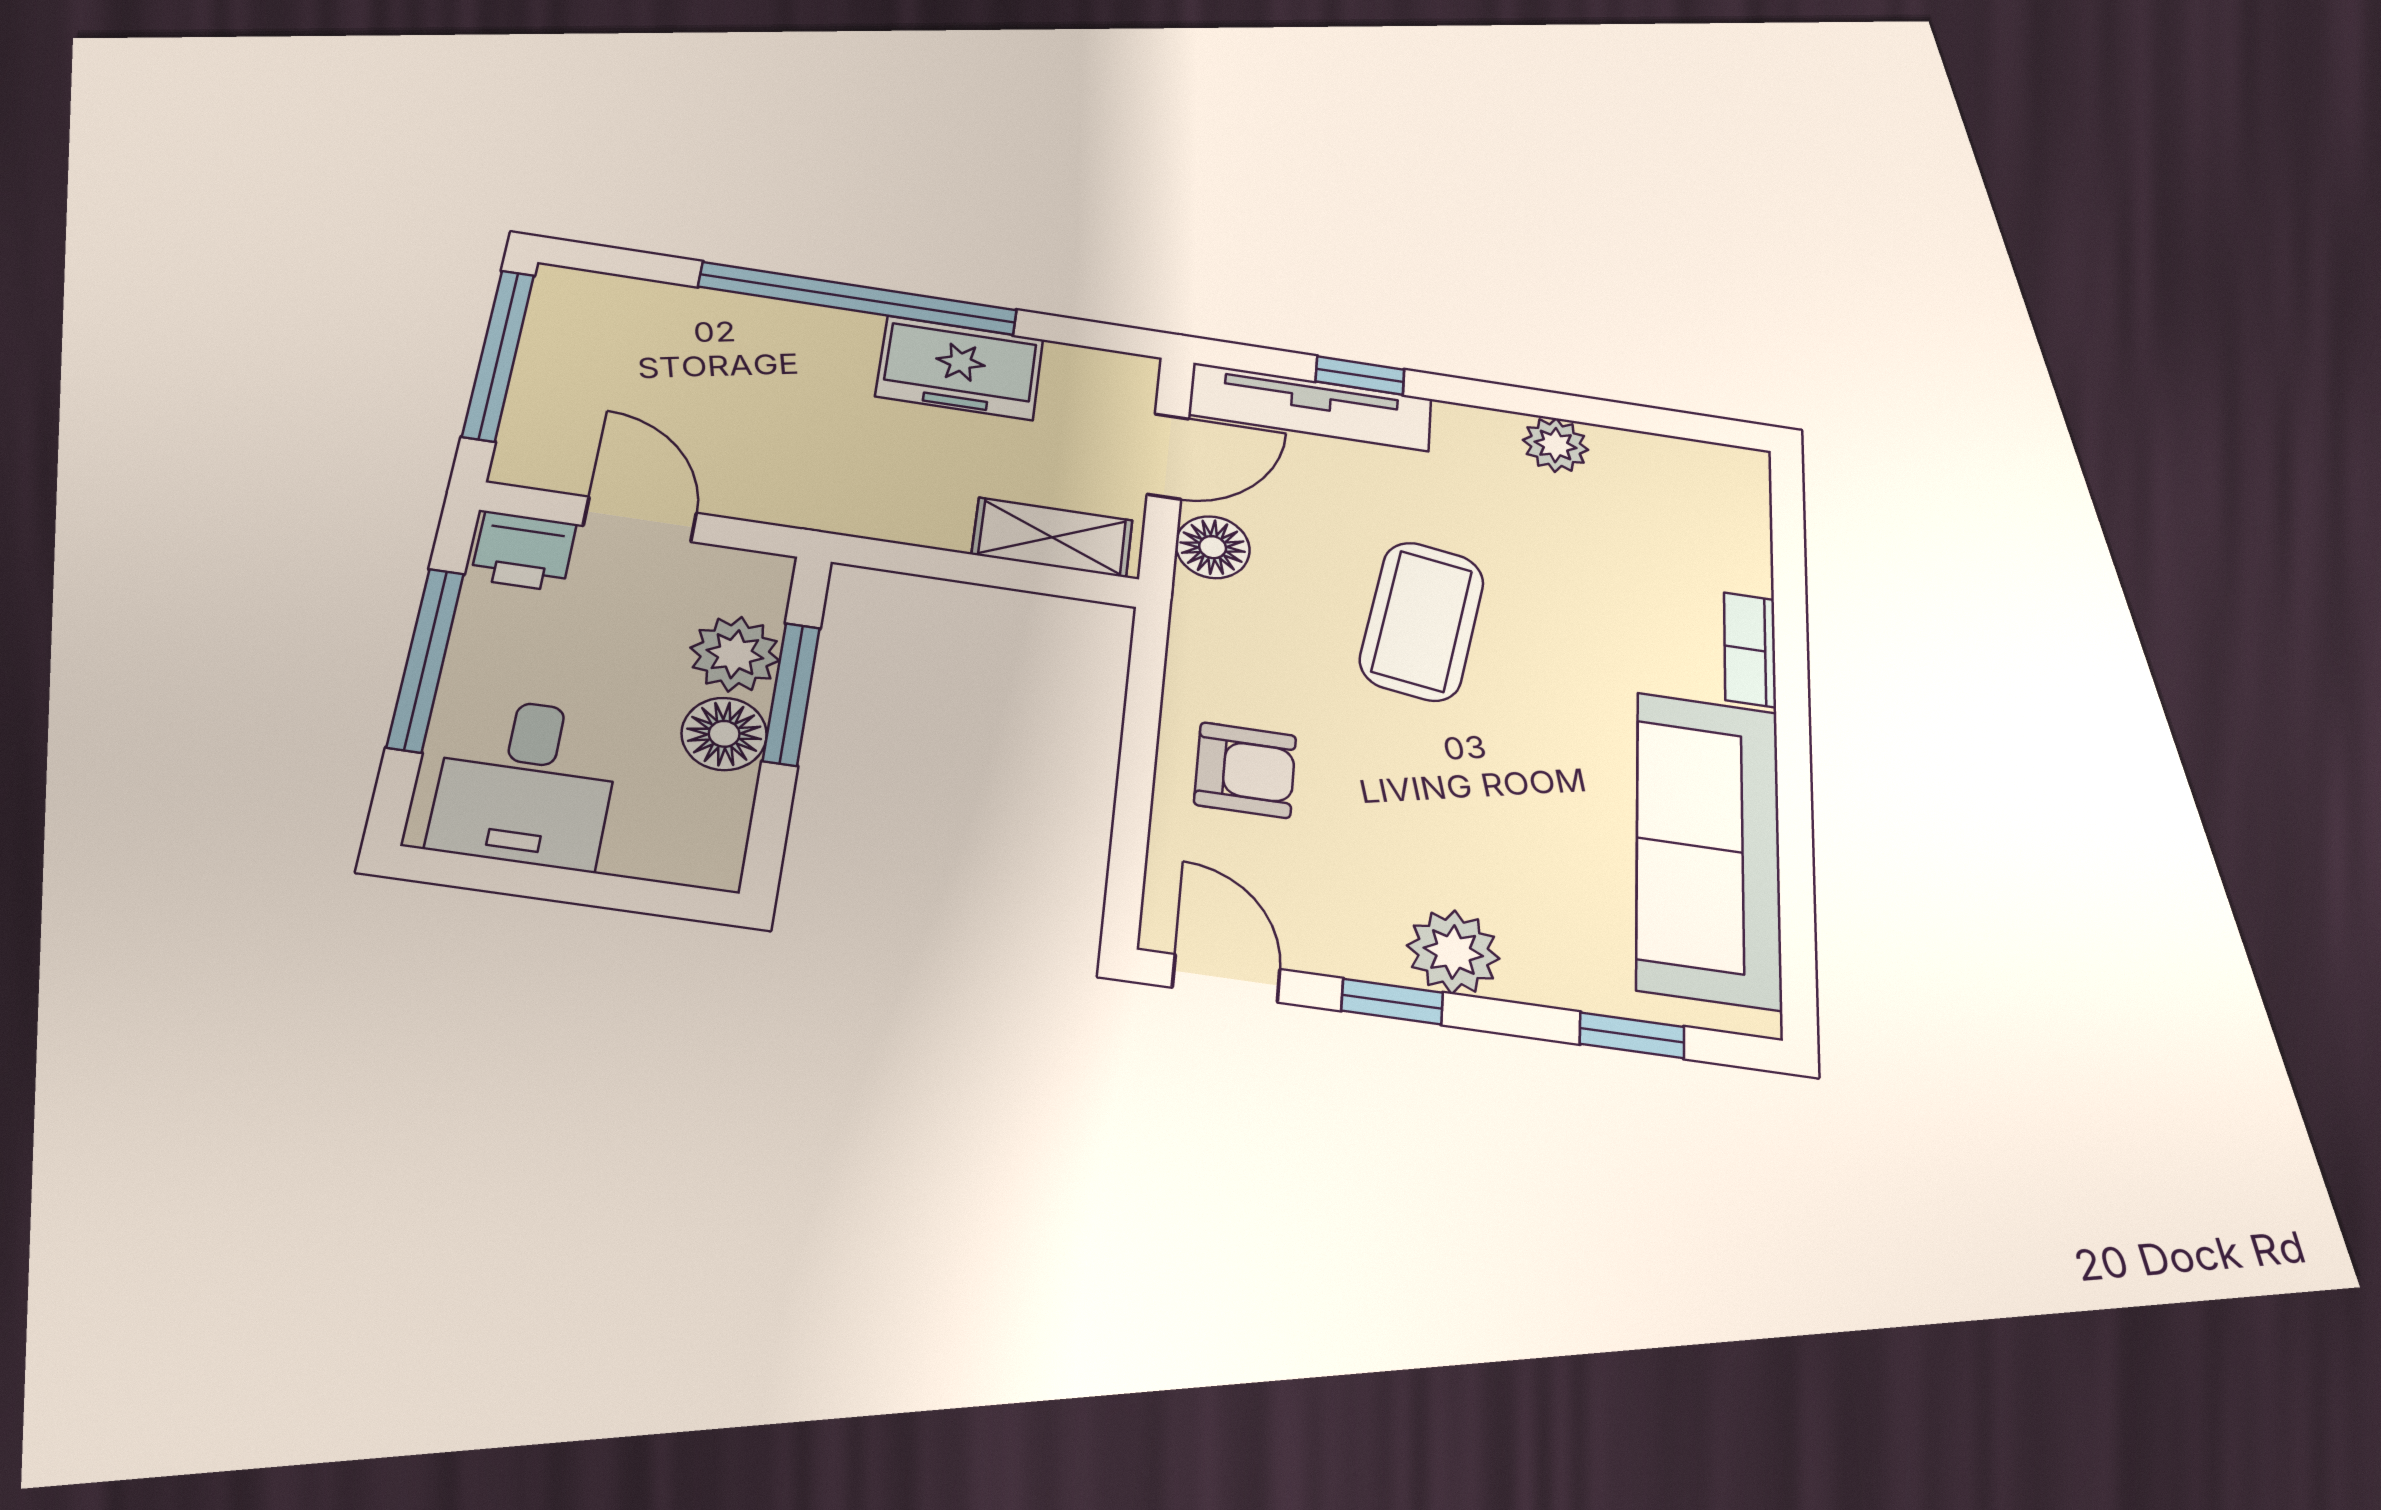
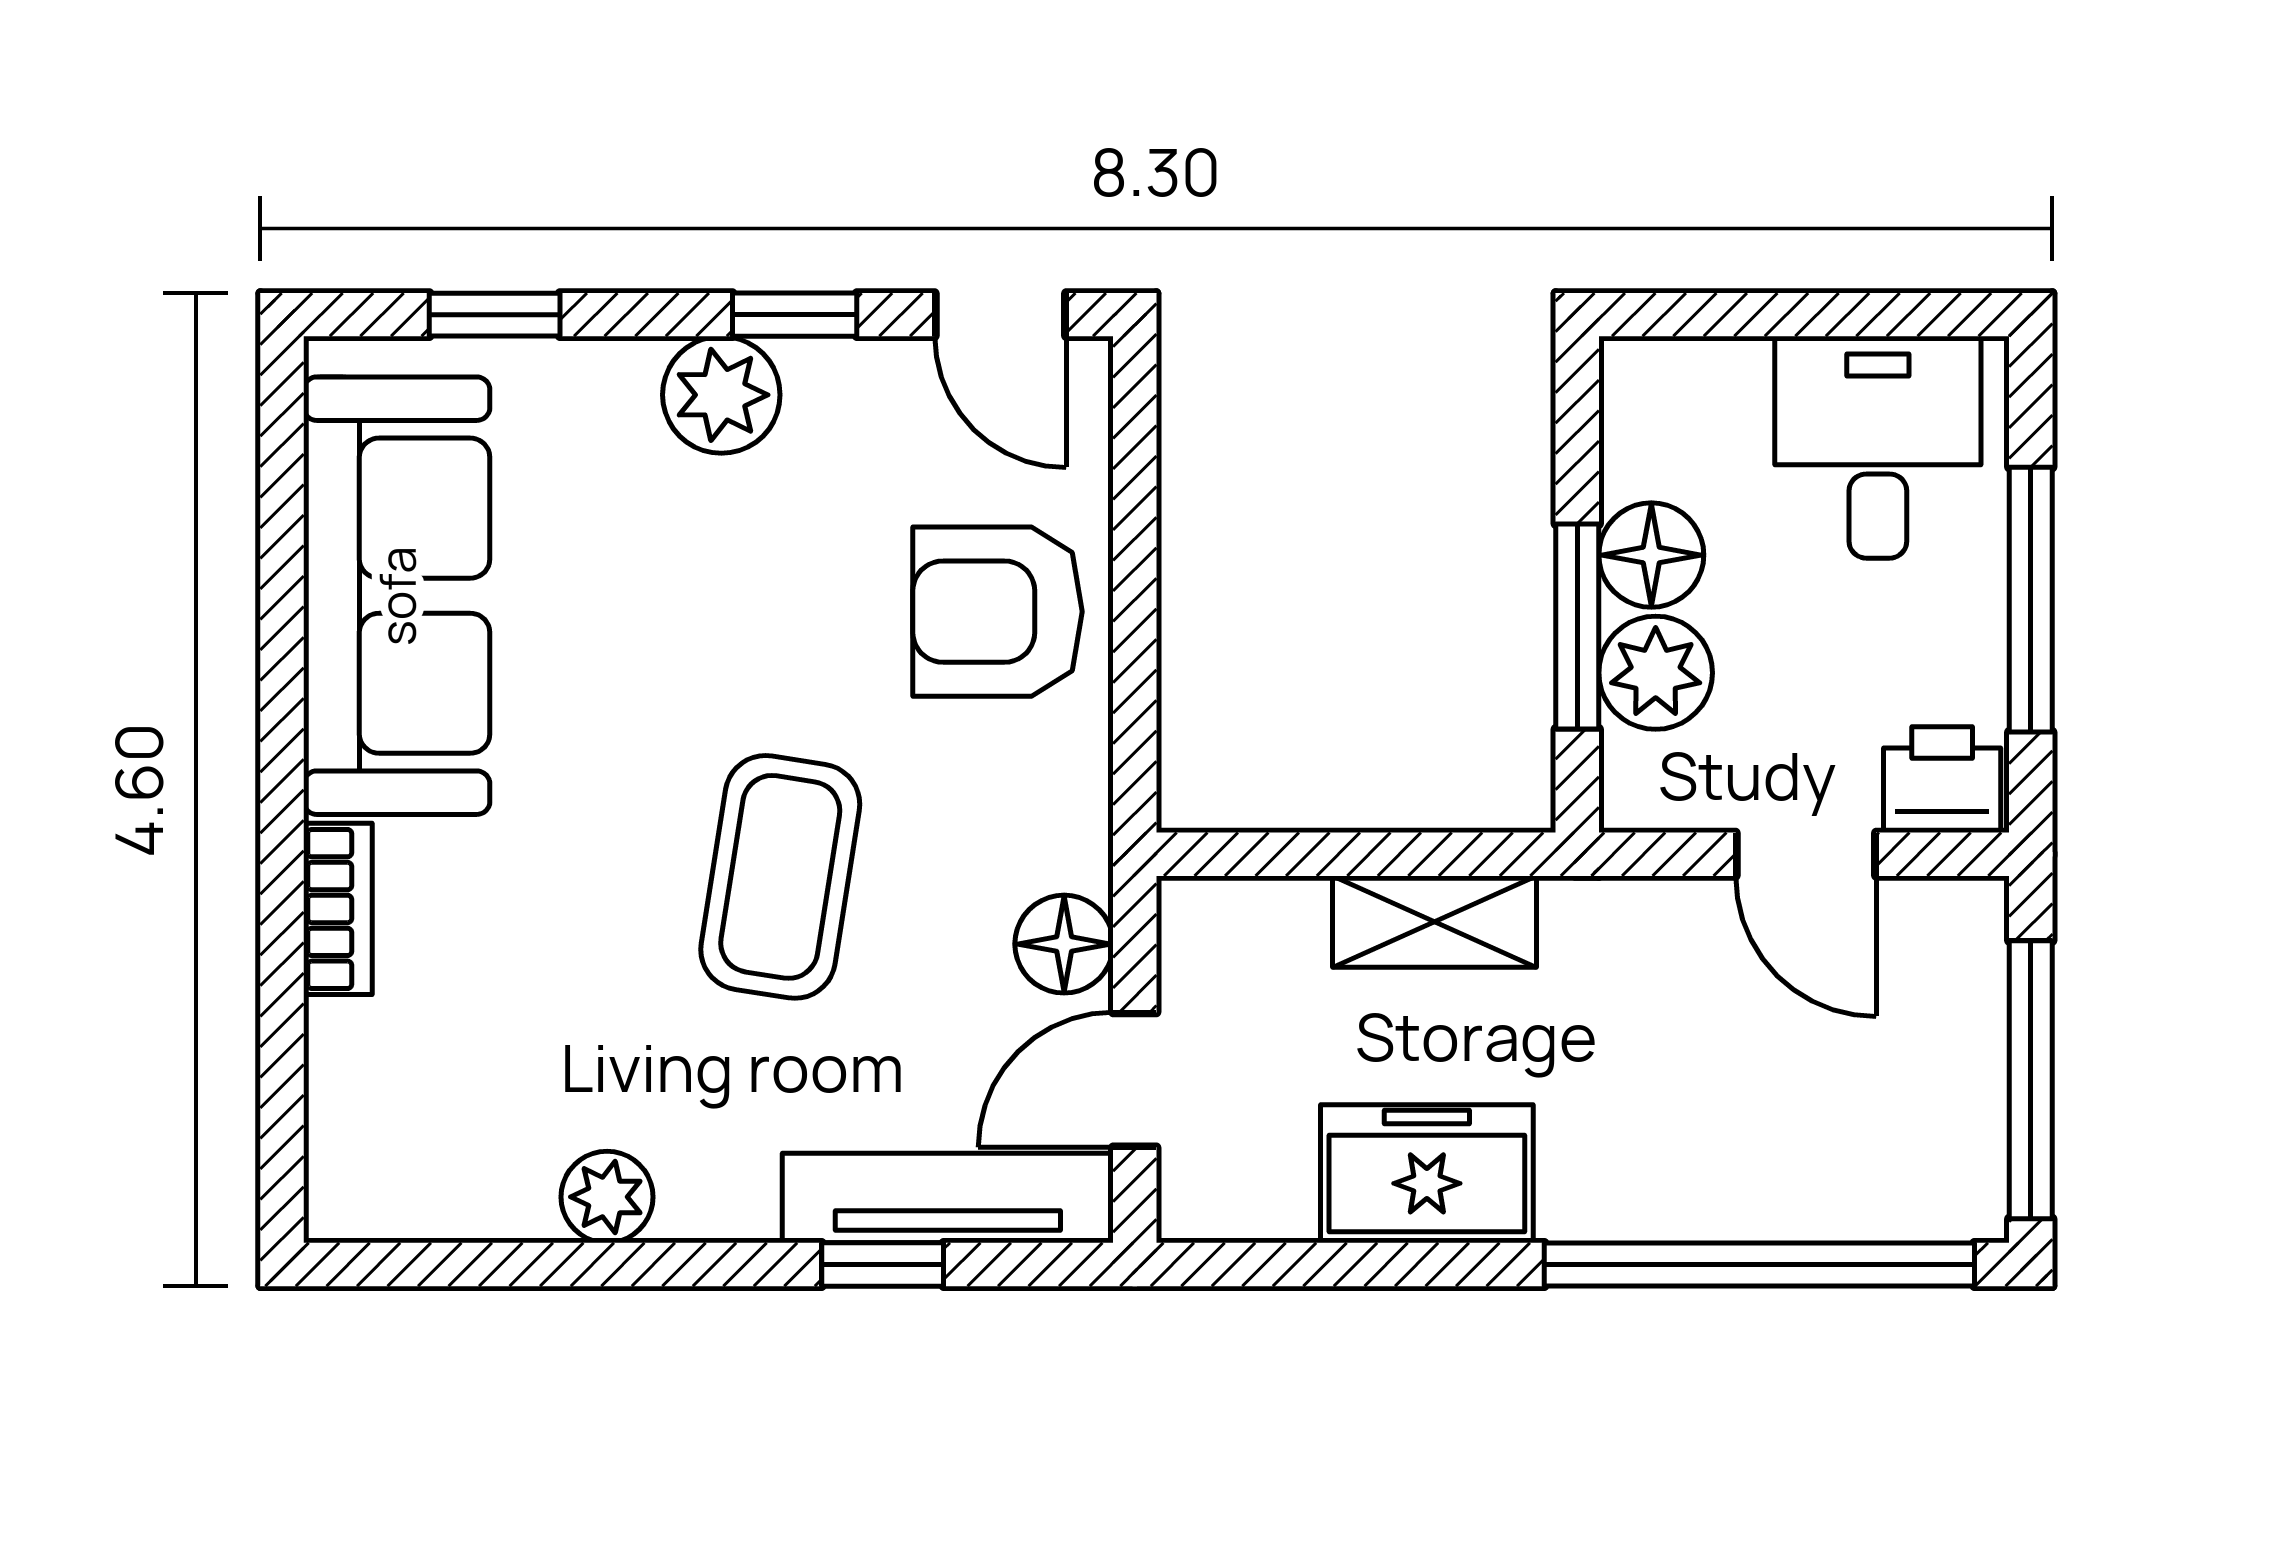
window: (858, 298) -> (1759, 1264), moved
shelving: (1052, 537) -> (1435, 922), moved
armchair: (1245, 770) -> (997, 612), width x1.38, depth x1.38

